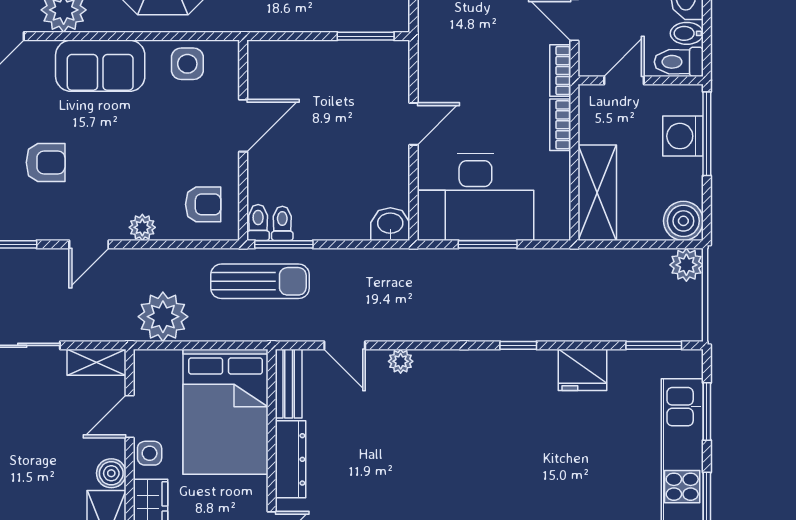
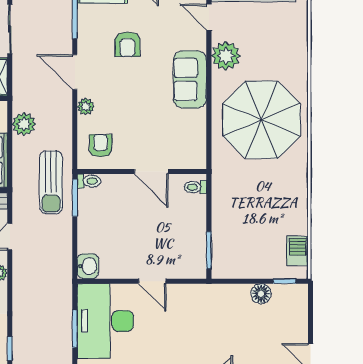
side table: (187, 64) -> (191, 135), removed
armchair: (203, 204) -> (101, 146), turned 180
toilet: (282, 223) -> (195, 187), moved, turned 180
door: (89, 244) -> (75, 72), width x1.38
plant: (163, 317) -> (24, 124), width x0.73, depth x0.73

